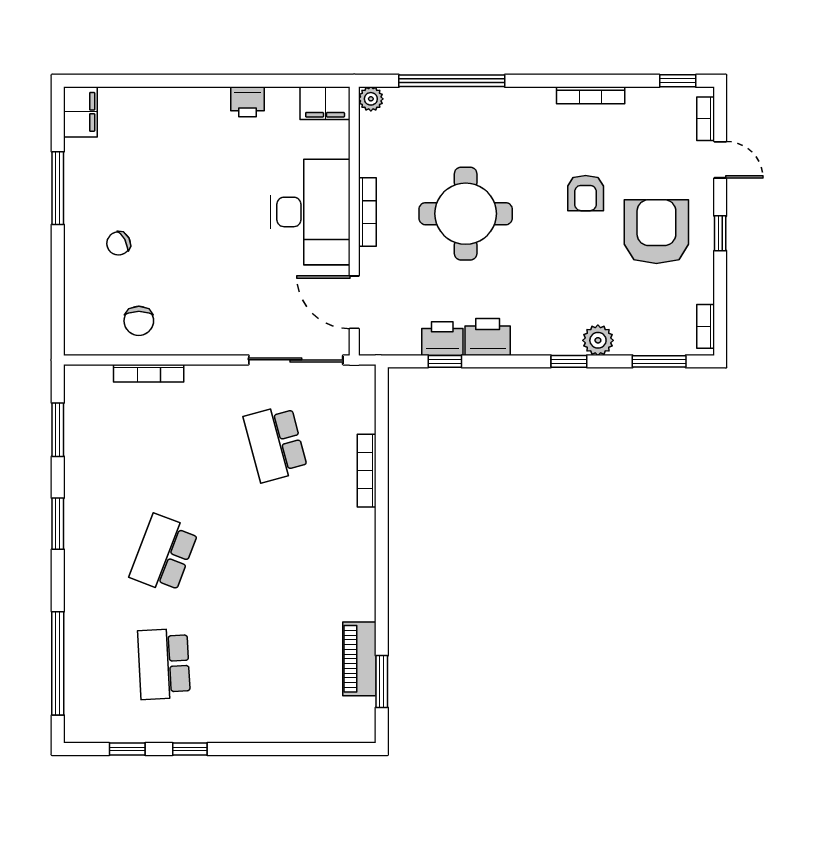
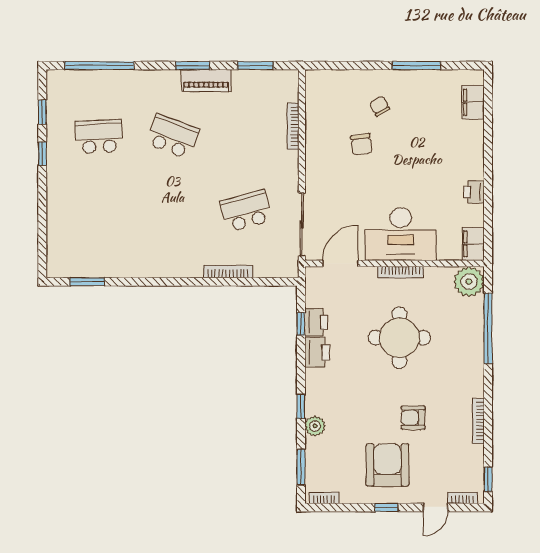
plant: (371, 99) -> (469, 282), width x1.88, depth x1.88
filing cabinet: (80, 112) -> (473, 102), moved, turned 90
armchair: (656, 232) -> (387, 465), turned -90
chair: (139, 321) -> (361, 144), moved, turned -98
piano: (359, 659) -> (206, 81), moved, turned 180

